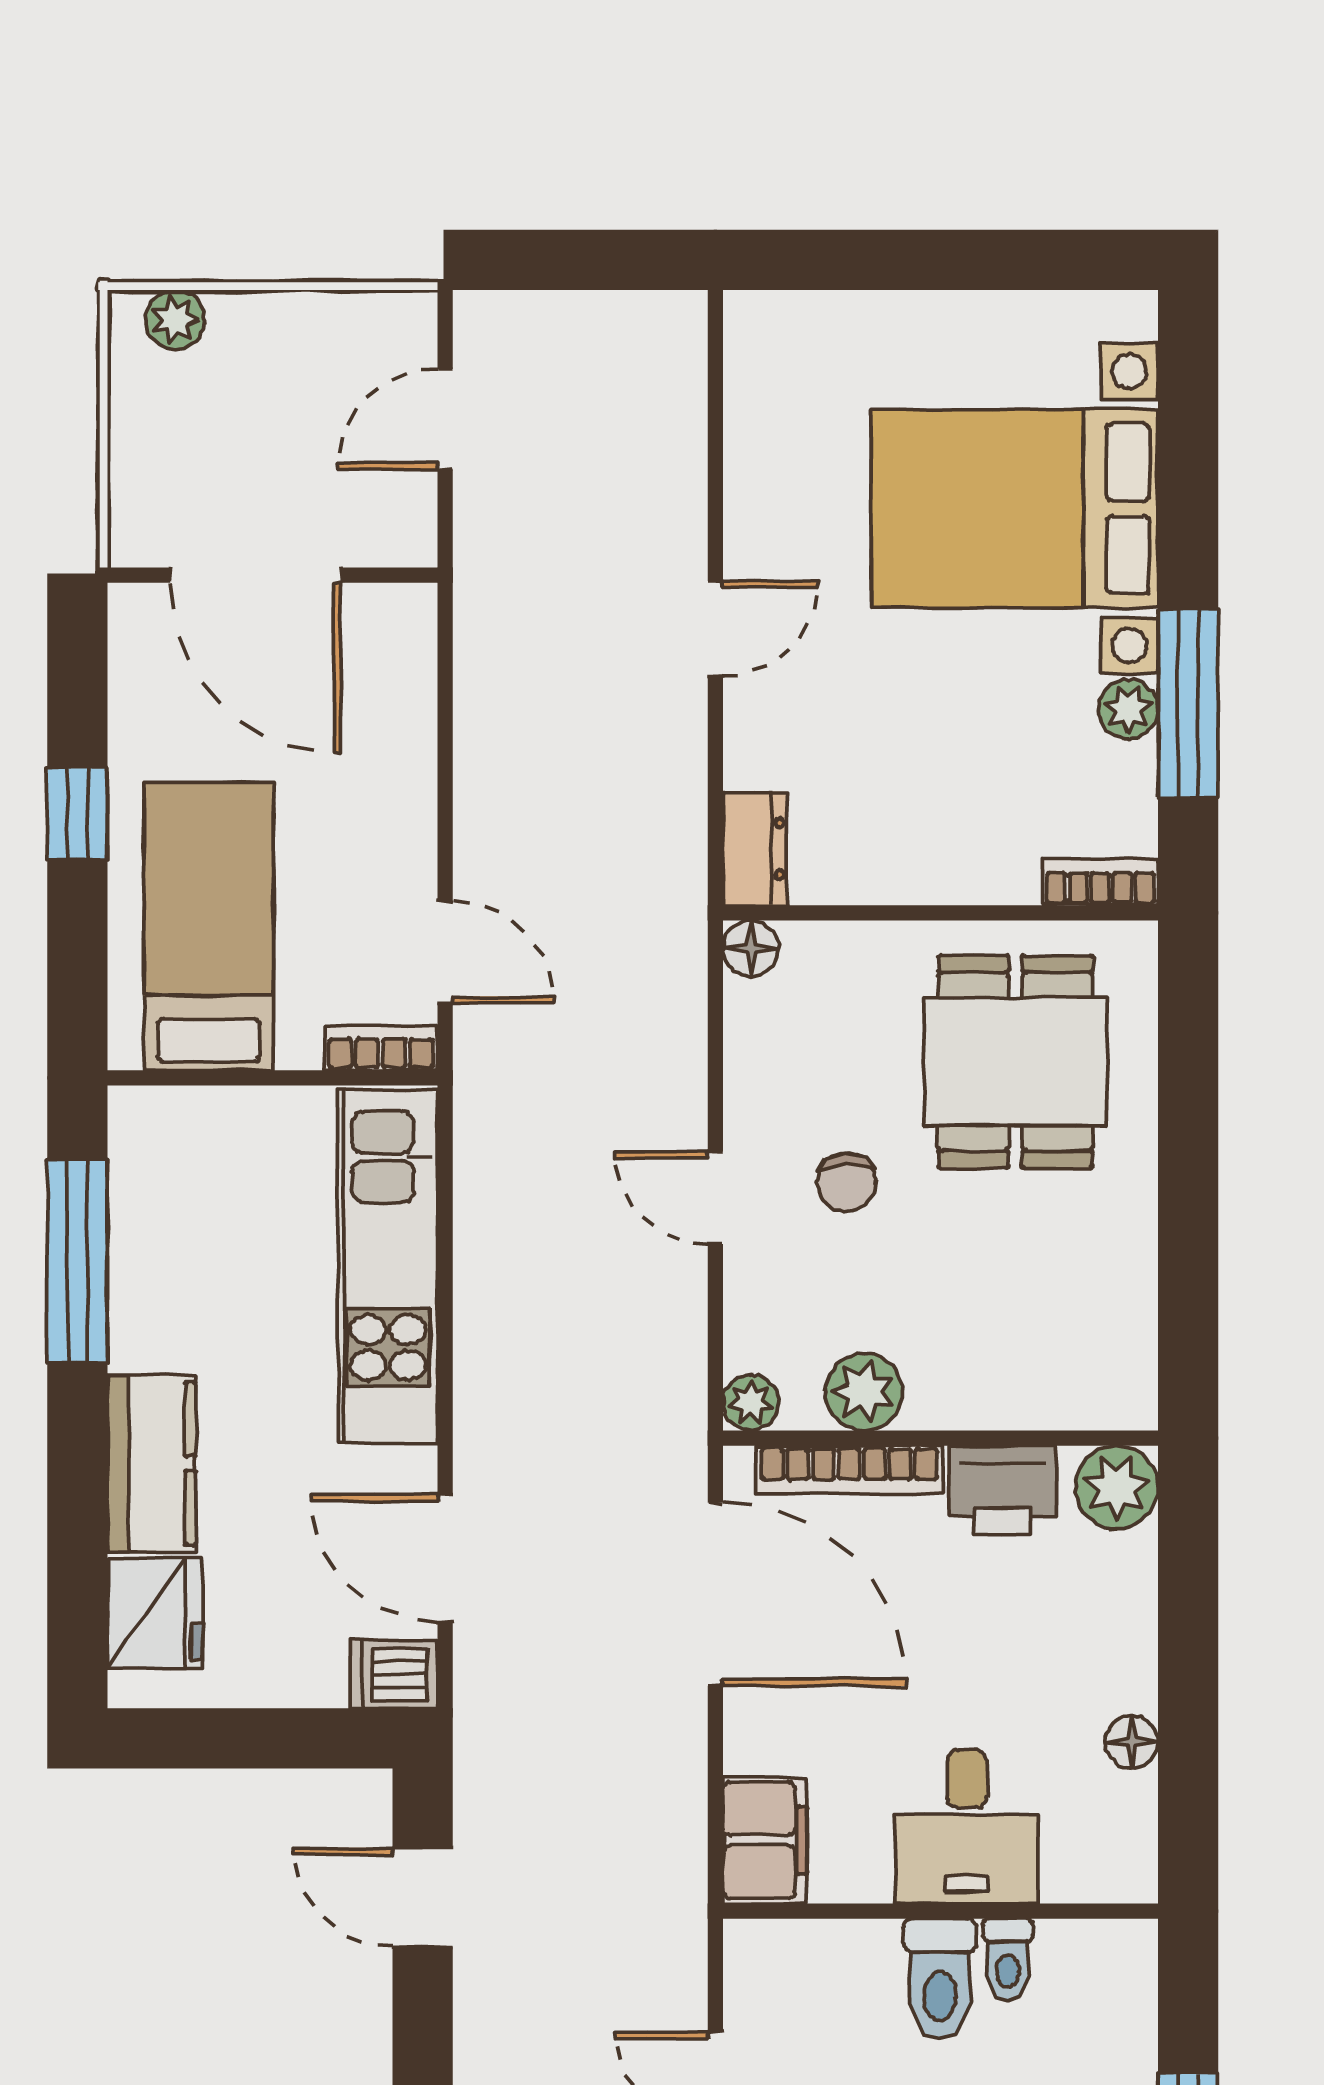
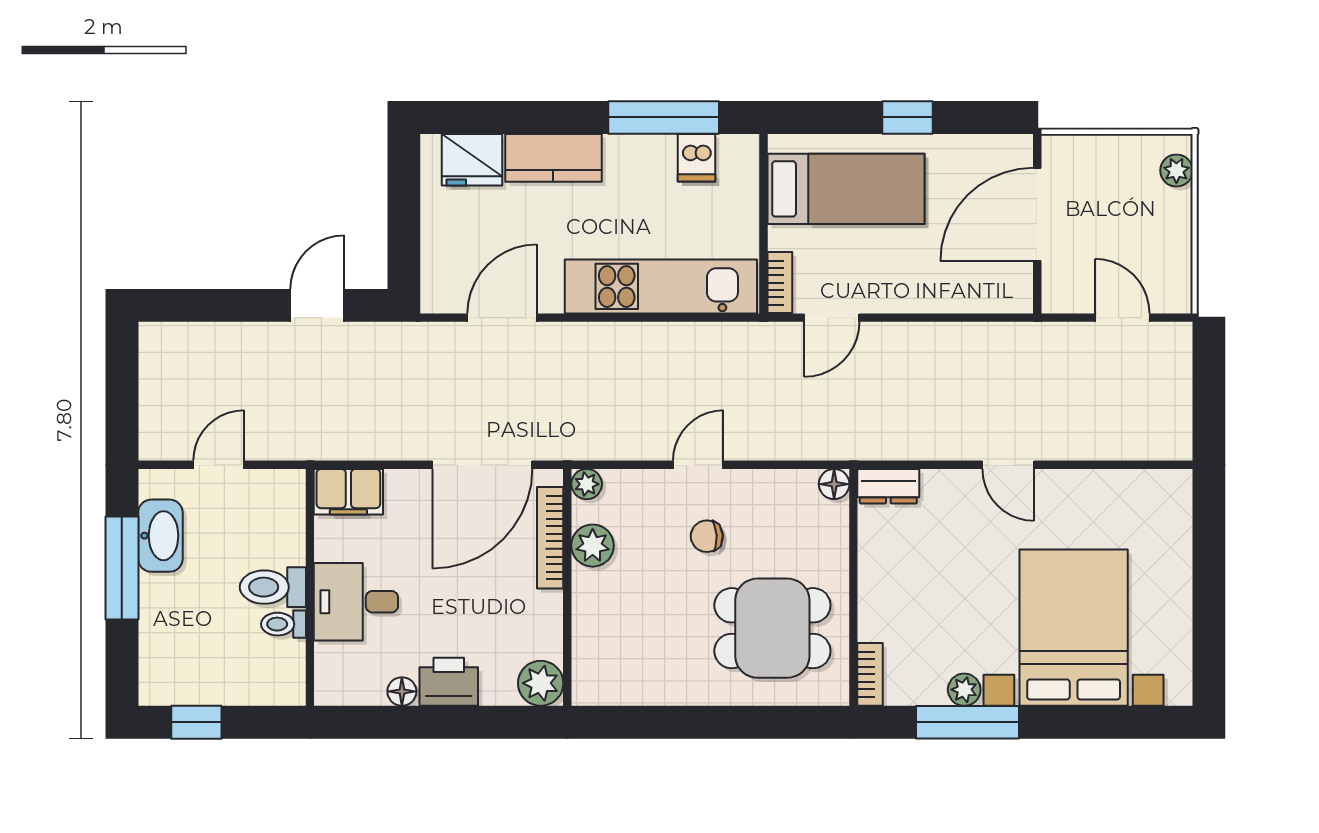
printer: (1002, 1490) -> (449, 682), moved, turned 90
dishwasher: (394, 1674) -> (697, 158), moved, turned 180

